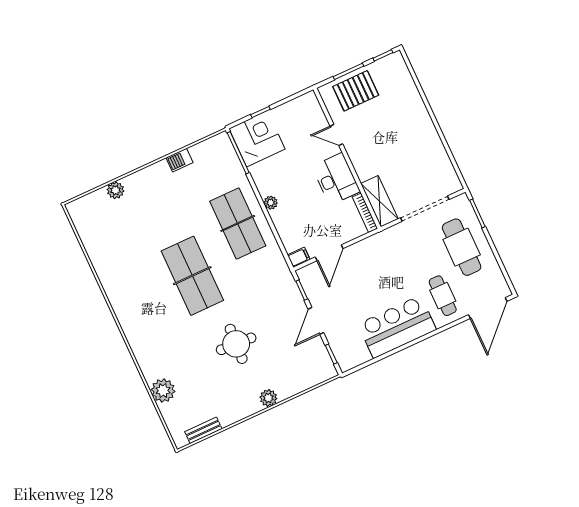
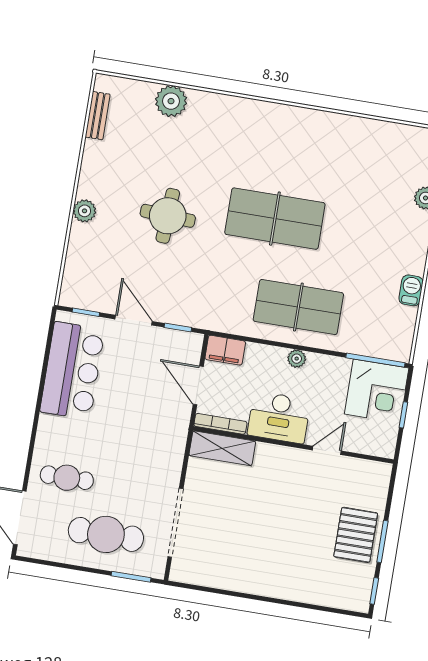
door: (336, 135) -> (327, 450), moved
wall: (347, 158) -> (293, 445), moved
desk: (336, 179) -> (279, 417), moved
shelving: (379, 201) -> (222, 448), moved
bookcase: (365, 213) -> (220, 424), moved
filing cabinet: (299, 257) -> (225, 350), width x2.00
bar counter: (397, 327) -> (72, 371), moved

